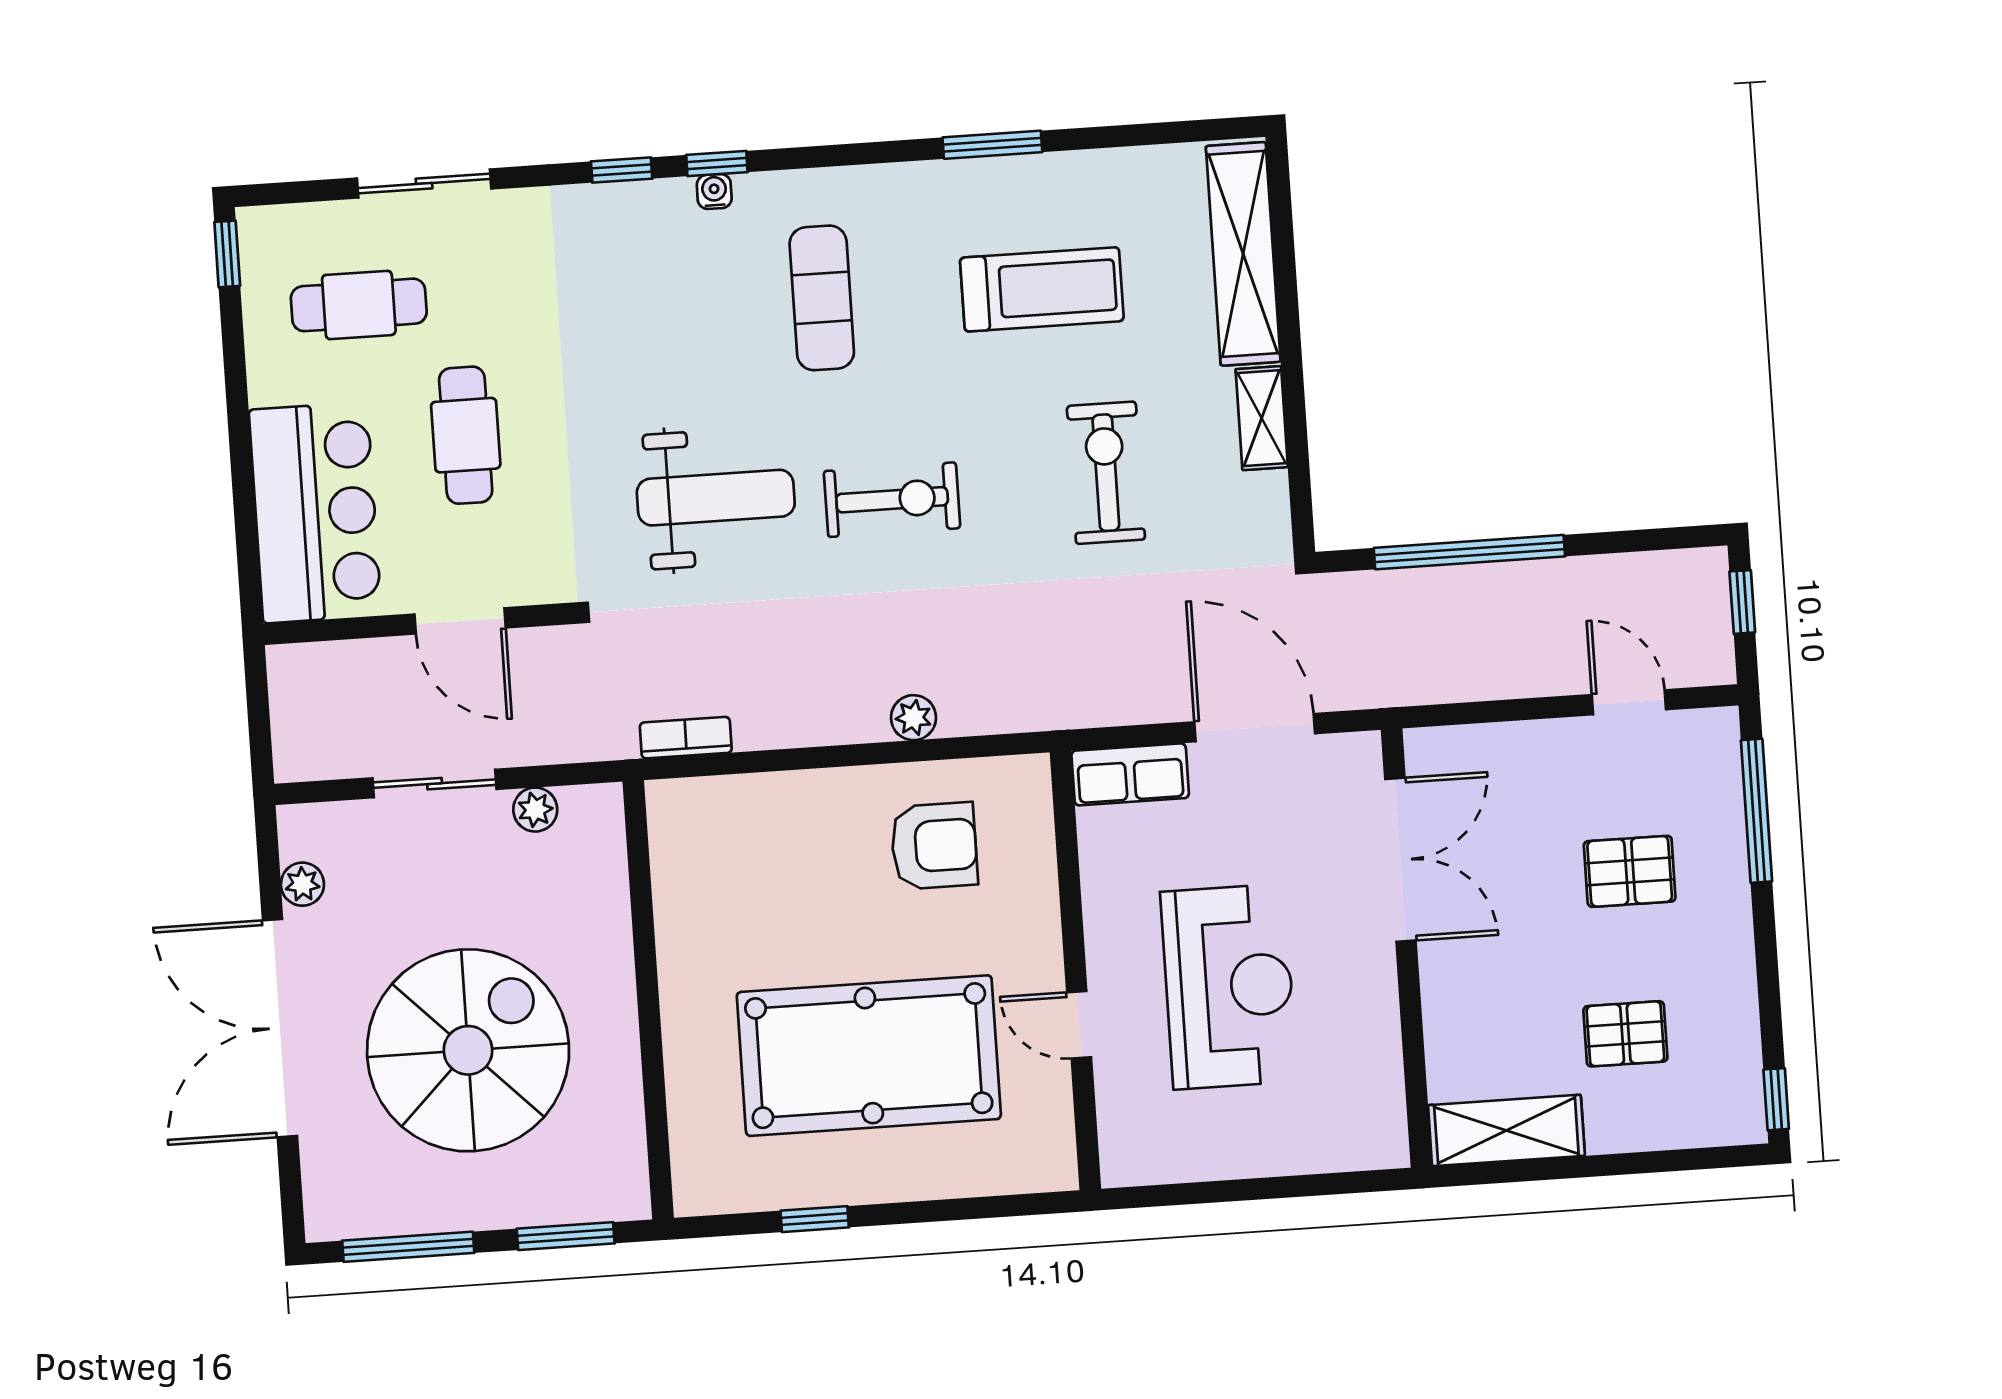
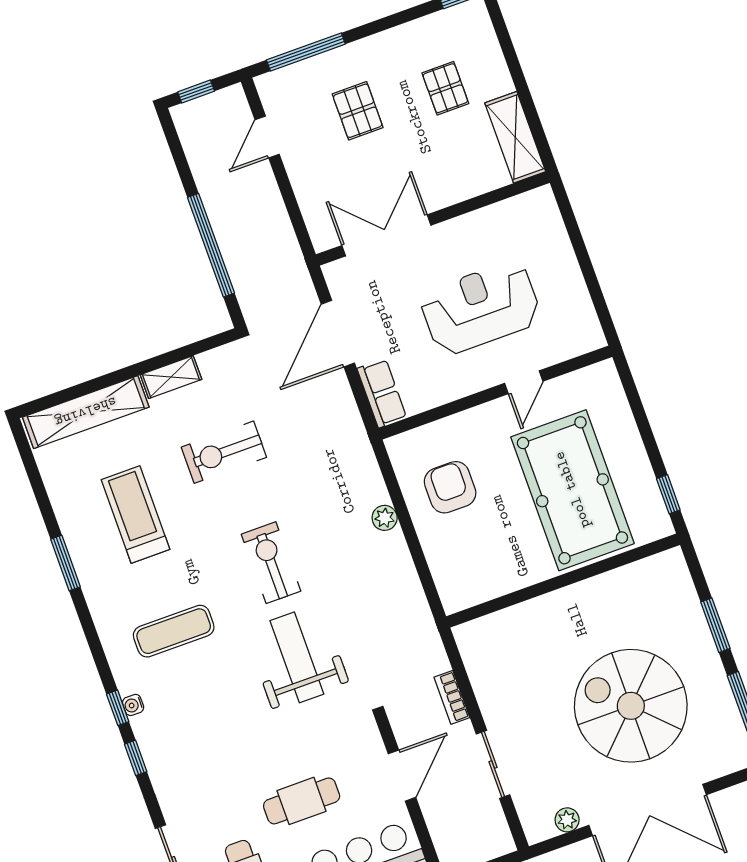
bookcase: (686, 738) -> (452, 697), moved
plant: (535, 810) -> (492, 707), removed
wall: (648, 1000) -> (563, 581), moved

